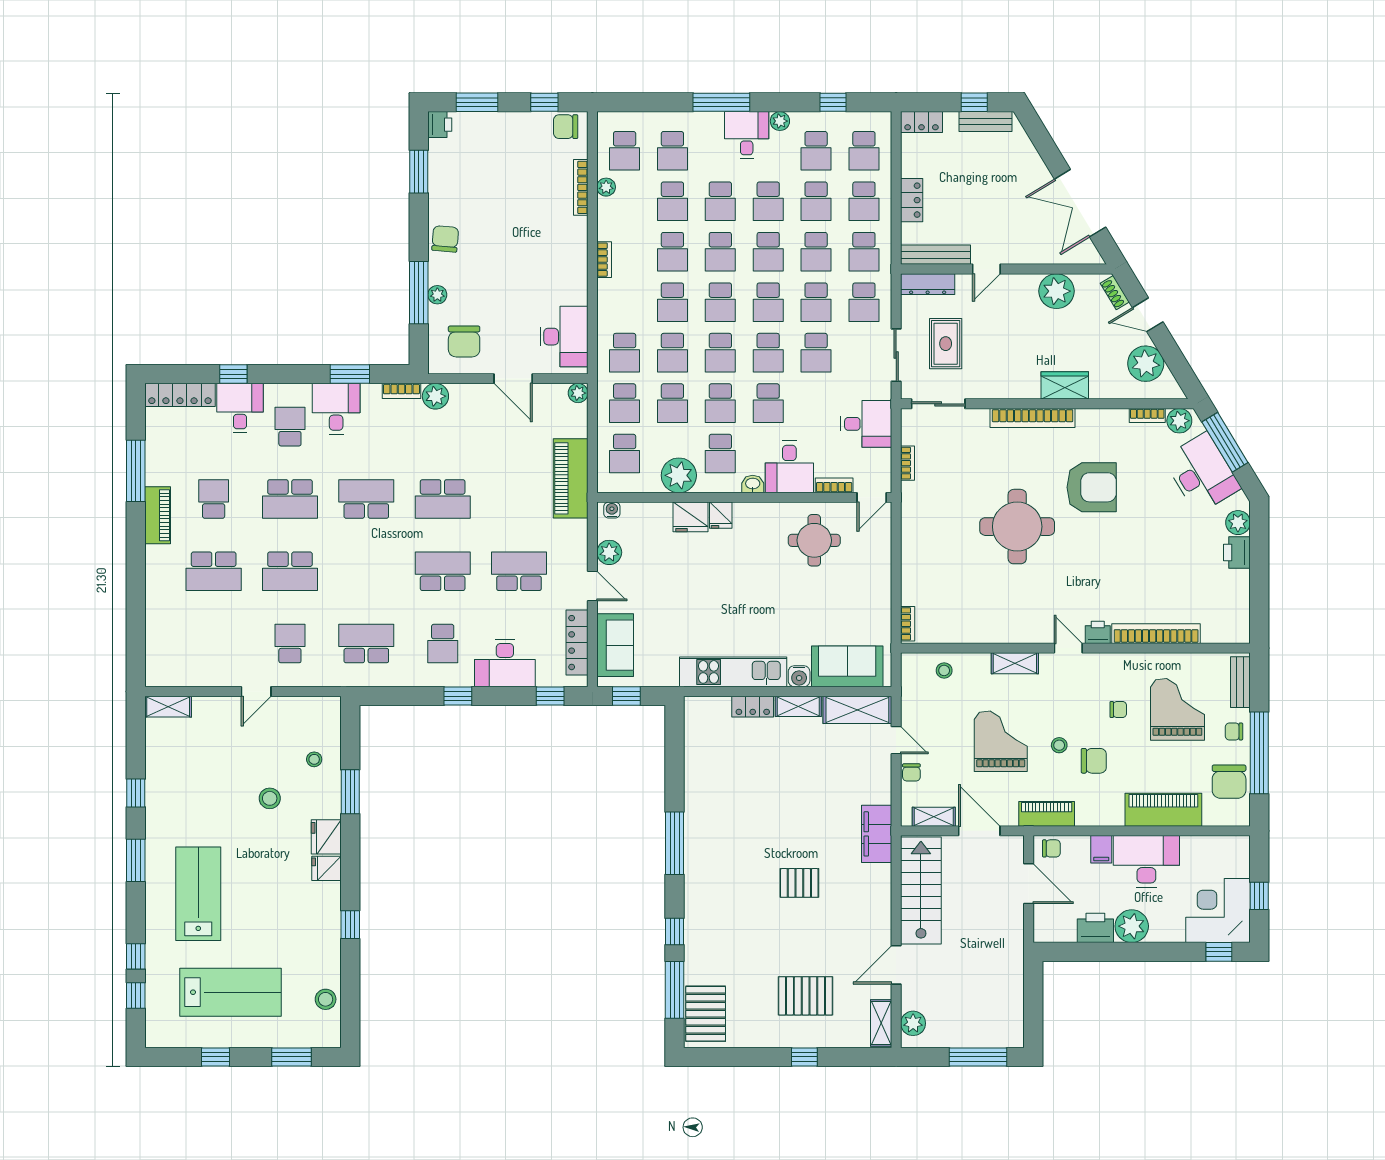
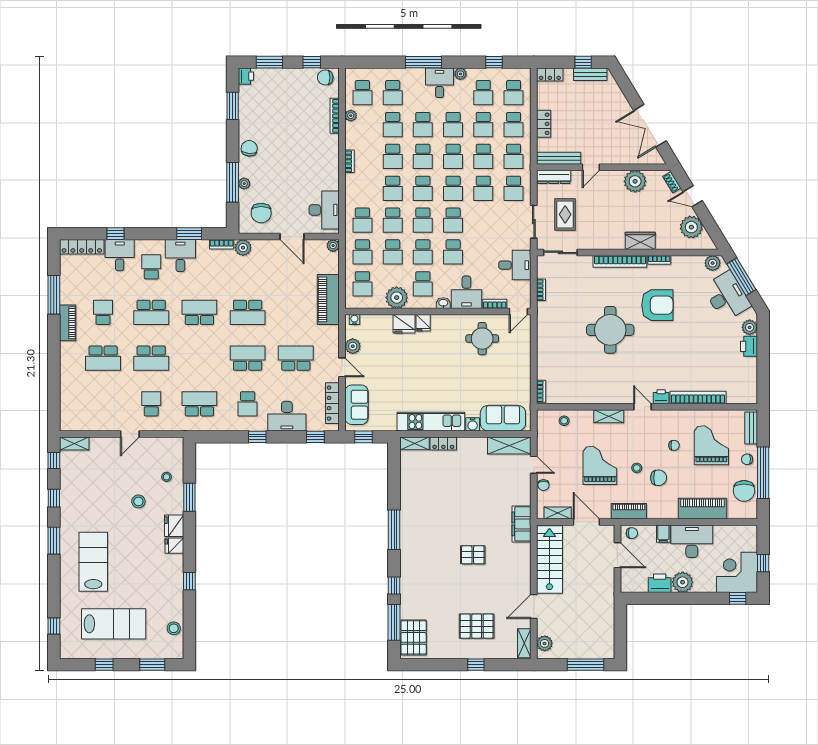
school desk: (816, 353) -> (483, 220), removed
bookcase: (1147, 416) -> (659, 260), moved
shelving: (798, 706) -> (415, 443), moved
window: (136, 956) -> (54, 460), moved

